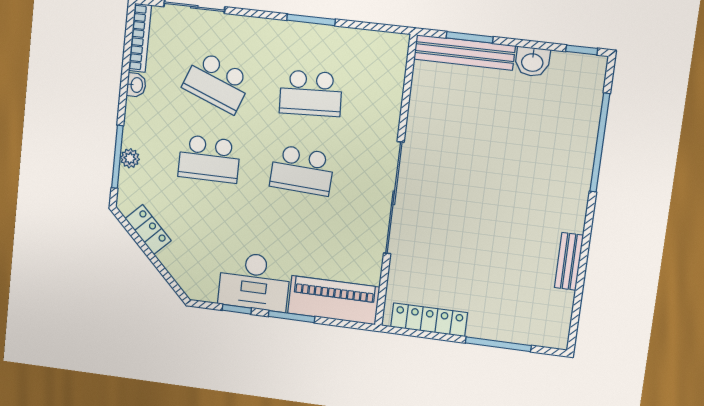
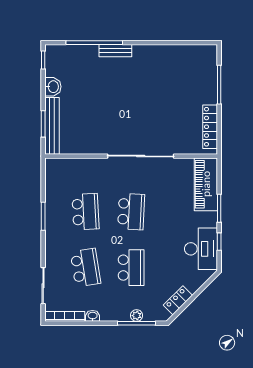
school desk: (217, 82) -> (86, 268), turned -30
bench: (569, 261) -> (115, 51), moved
desk: (254, 282) -> (201, 249), moved

